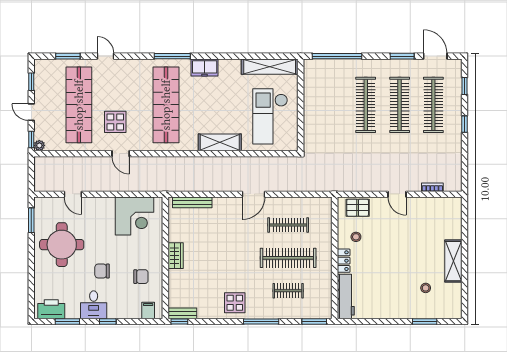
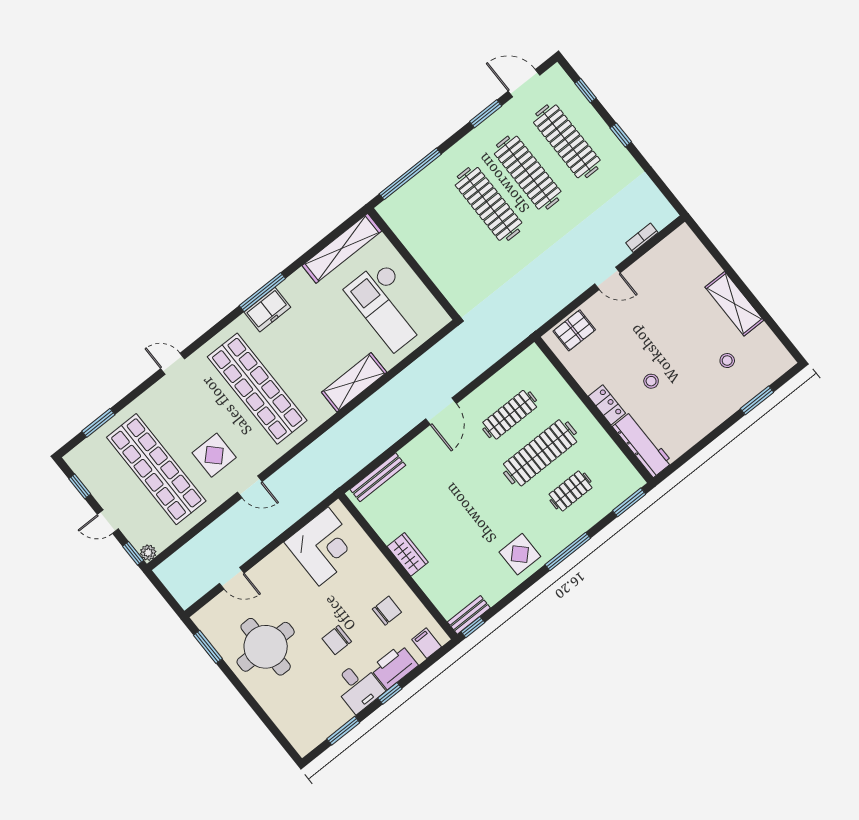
door: (105, 56) -> (173, 364), moved
window: (172, 56) -> (262, 292), moved
stool: (356, 237) -> (651, 381), moved
printer: (51, 309) -> (394, 667), moved

